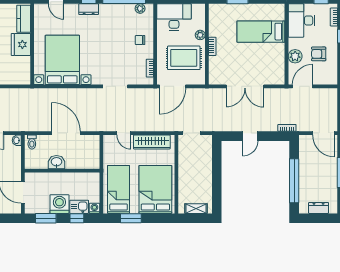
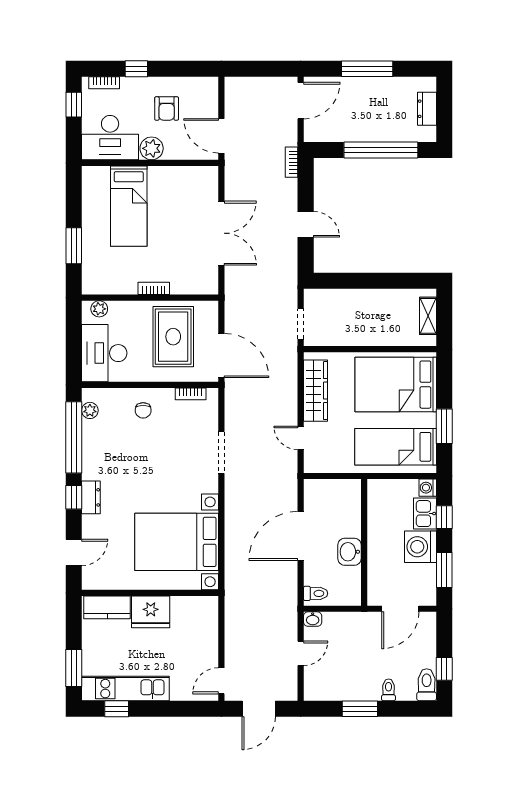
plant: (200, 35) -> (99, 309), moved
plant: (295, 56) -> (152, 148), moved
door: (124, 133) -> (301, 438), swing flipped

